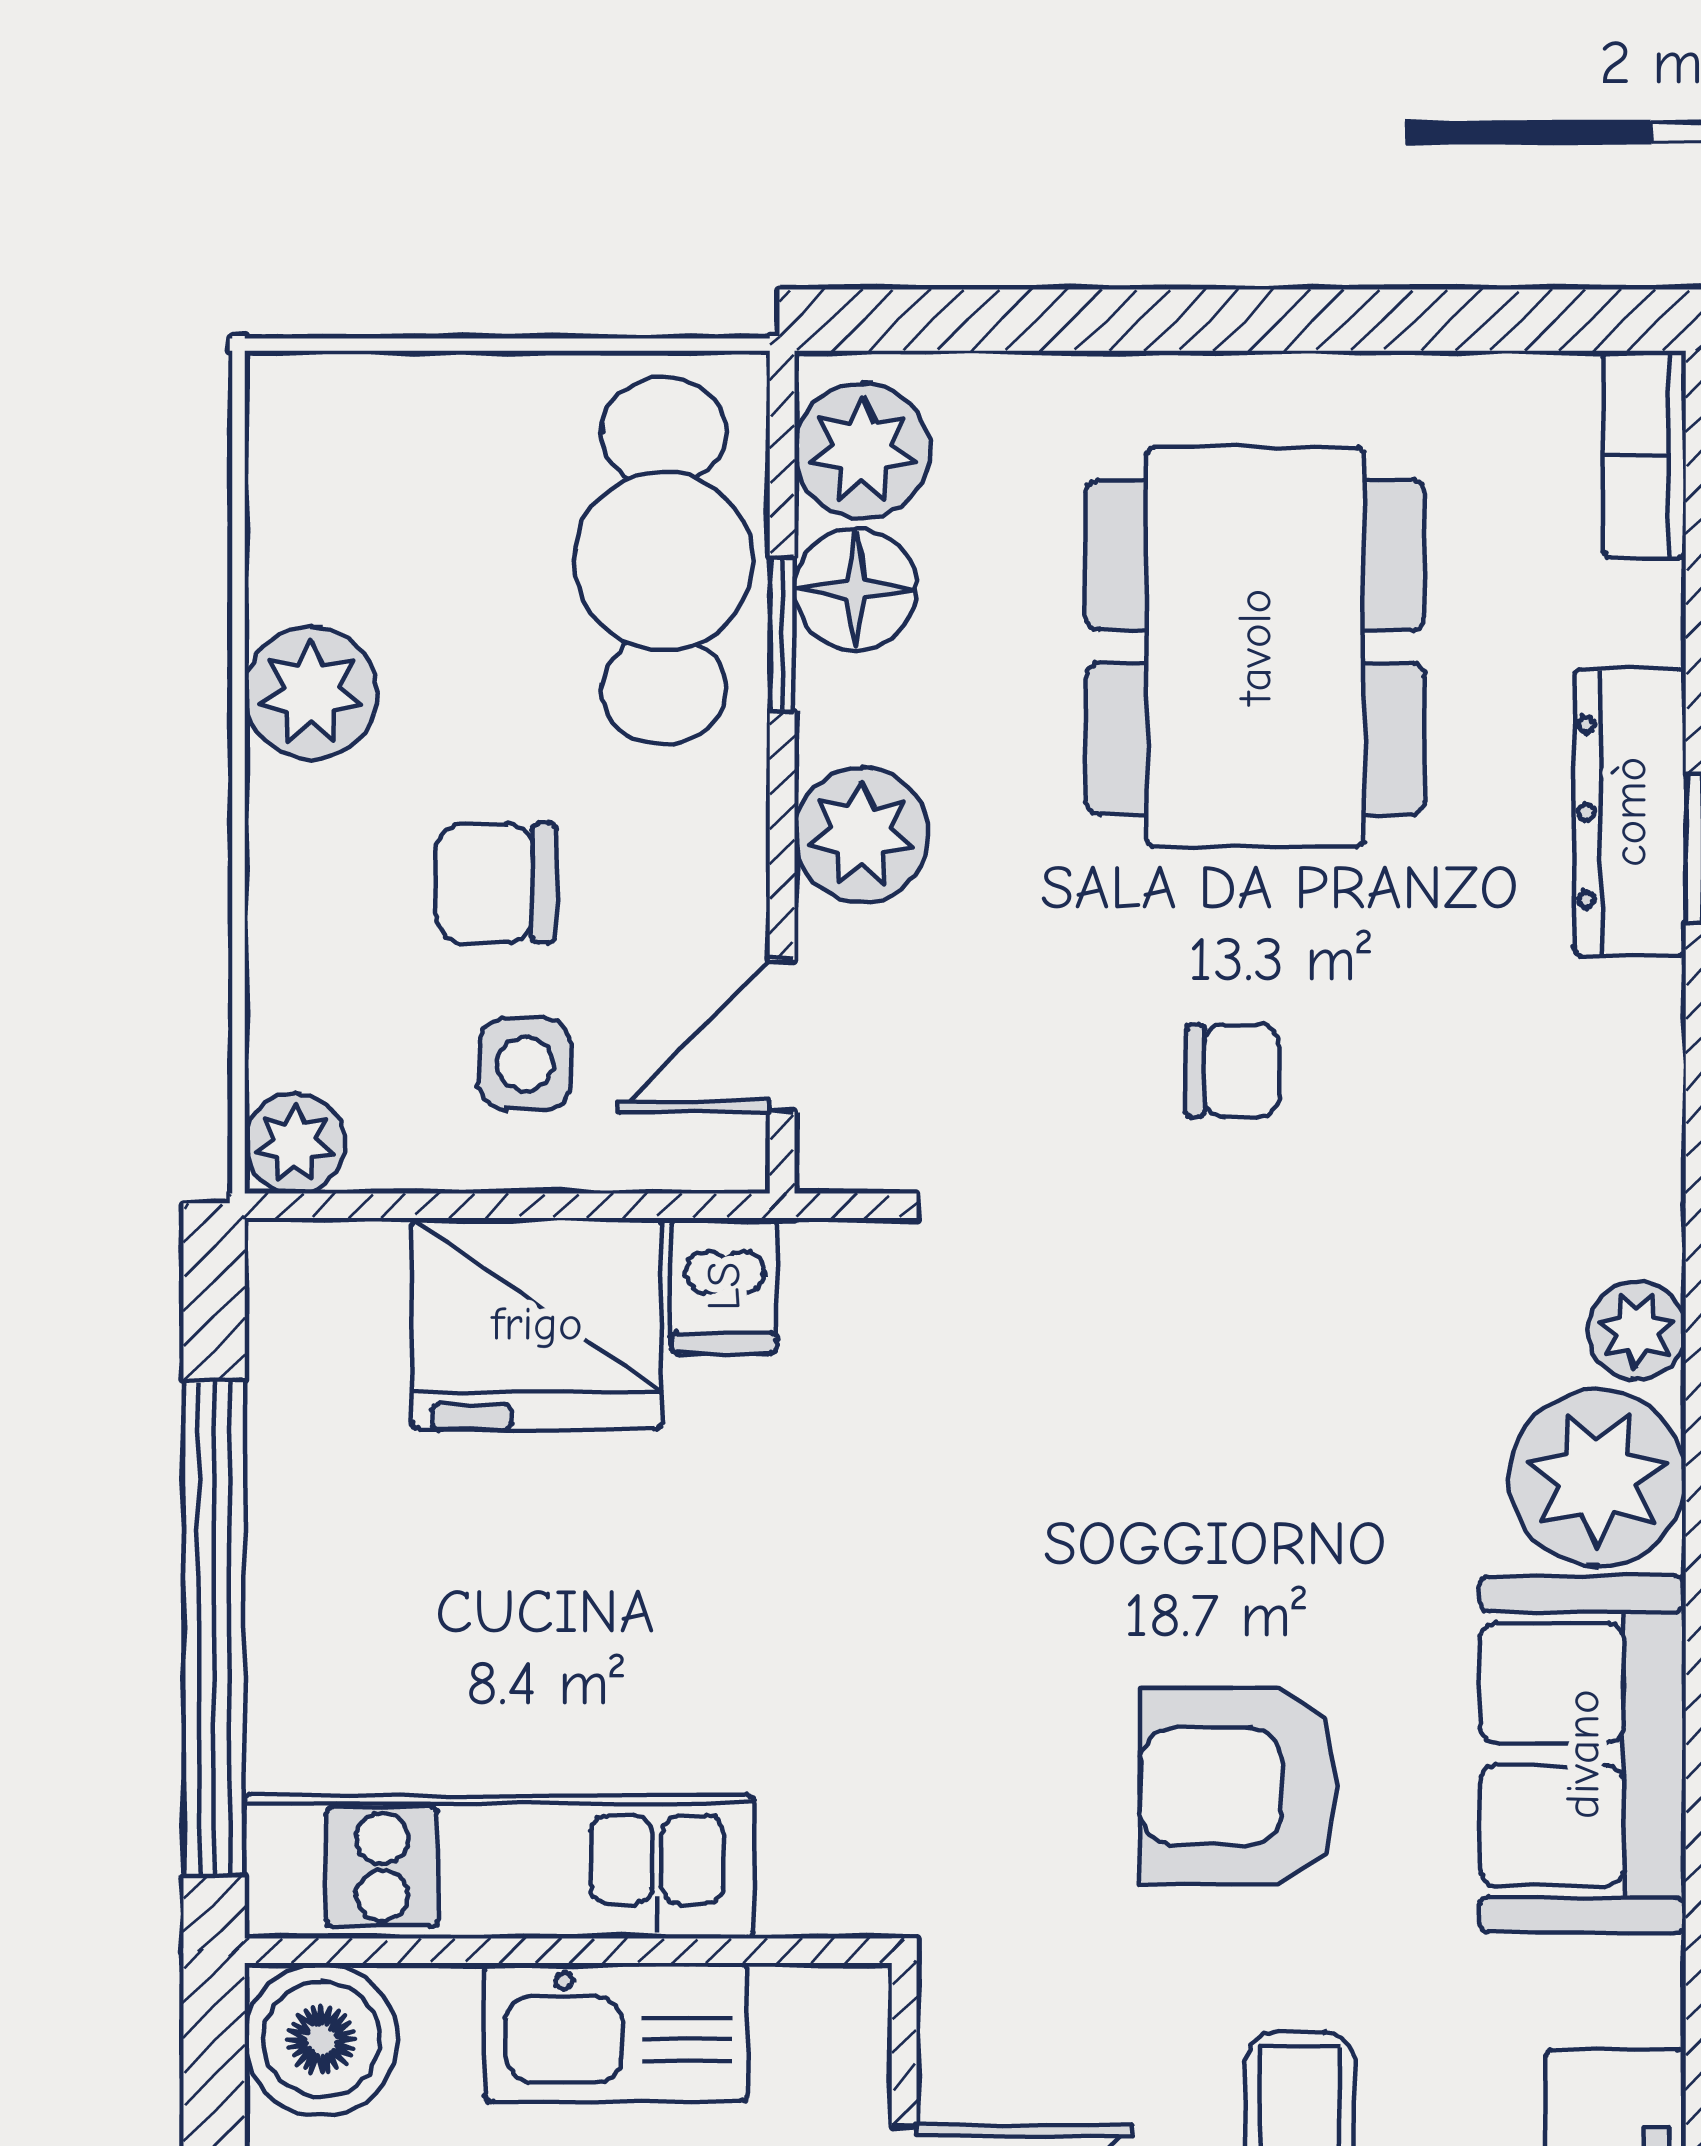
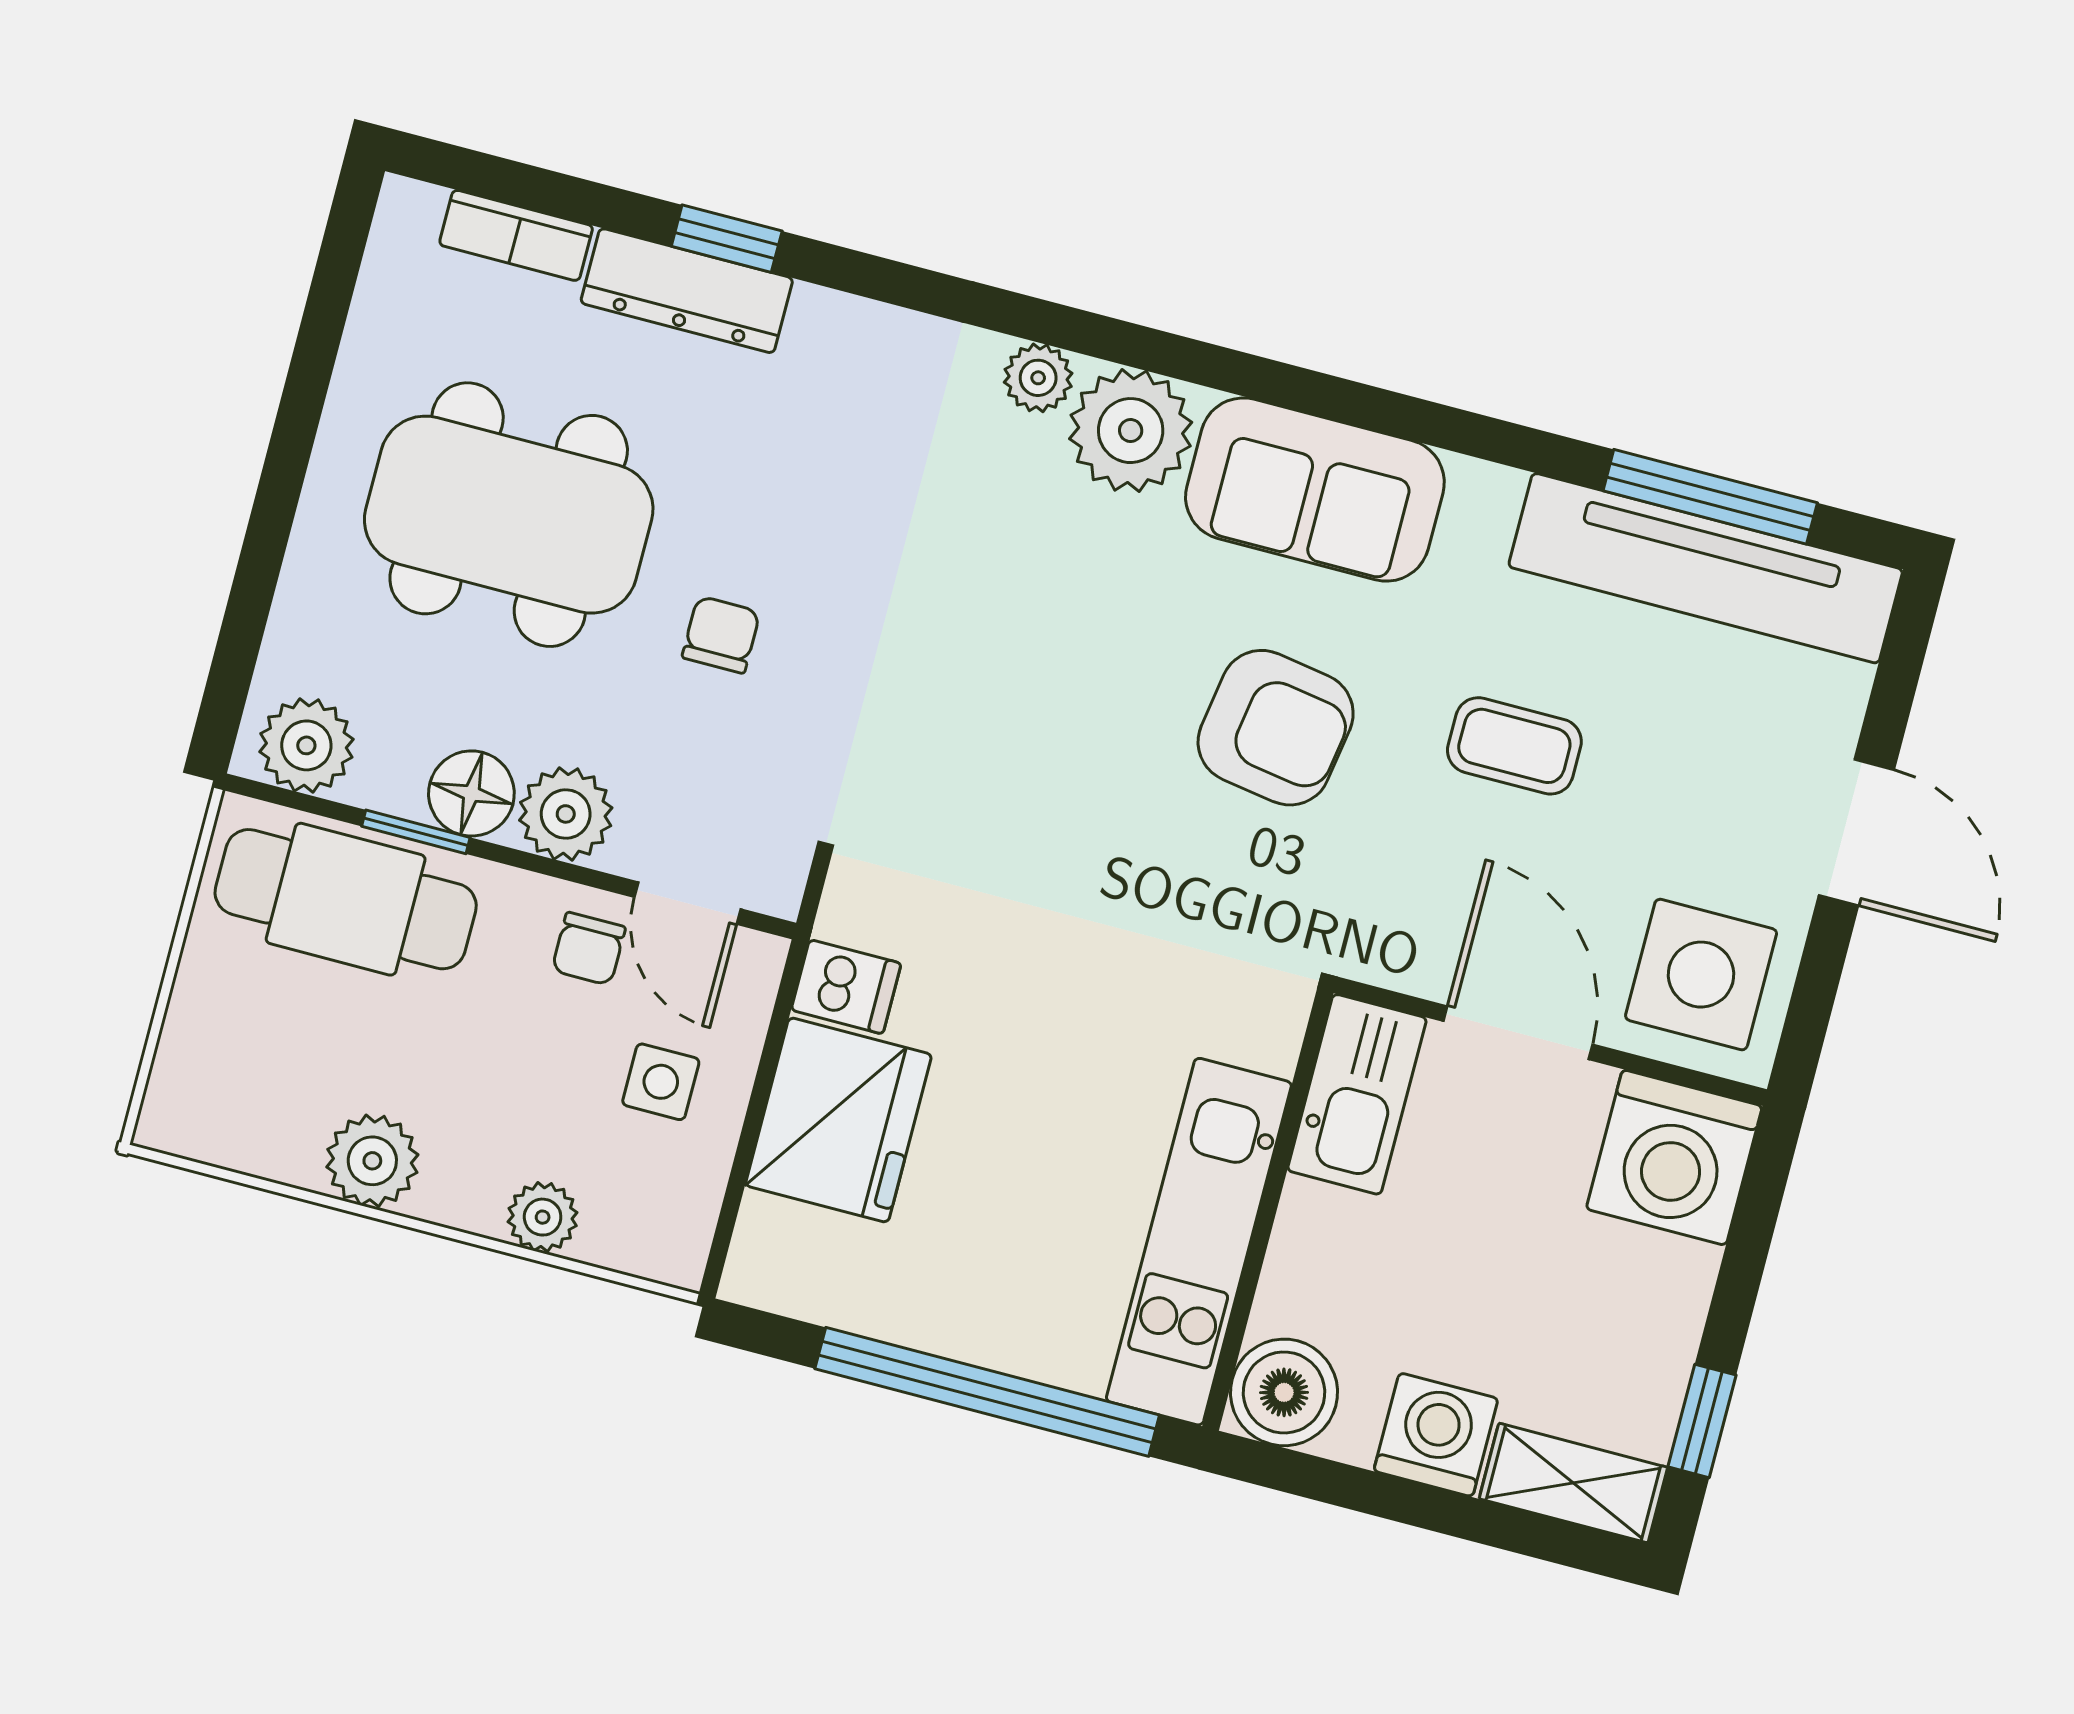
bookcase: (1644, 454) -> (516, 235), moved
floor lamp: (855, 589) -> (471, 793), moved
chair: (496, 883) -> (589, 949), moved, width x0.73, depth x0.73
chair: (1232, 1071) -> (721, 635), moved
plant: (295, 1143) -> (543, 1217), moved
armchair: (1239, 1786) -> (1276, 728), turned -81
kitchen sink: (616, 2032) -> (1357, 1094), moved

